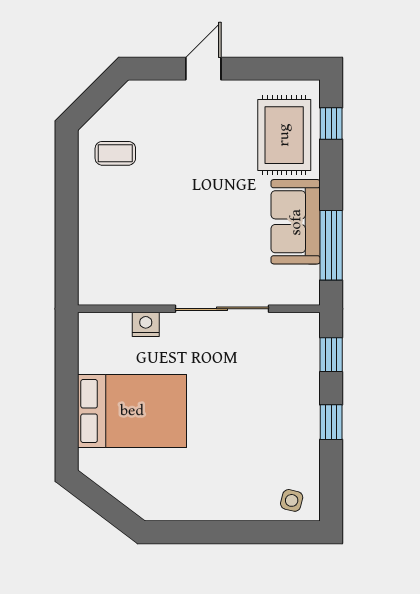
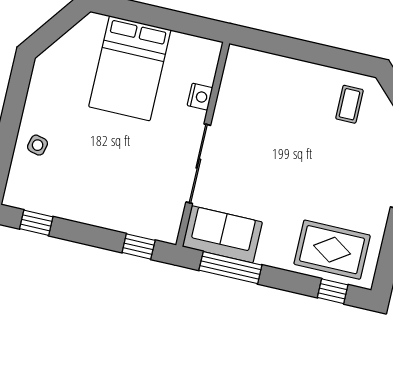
sofa: (296, 222) -> (222, 234), moved
window: (331, 422) -> (36, 223), moved
side table: (292, 500) -> (38, 145), moved

